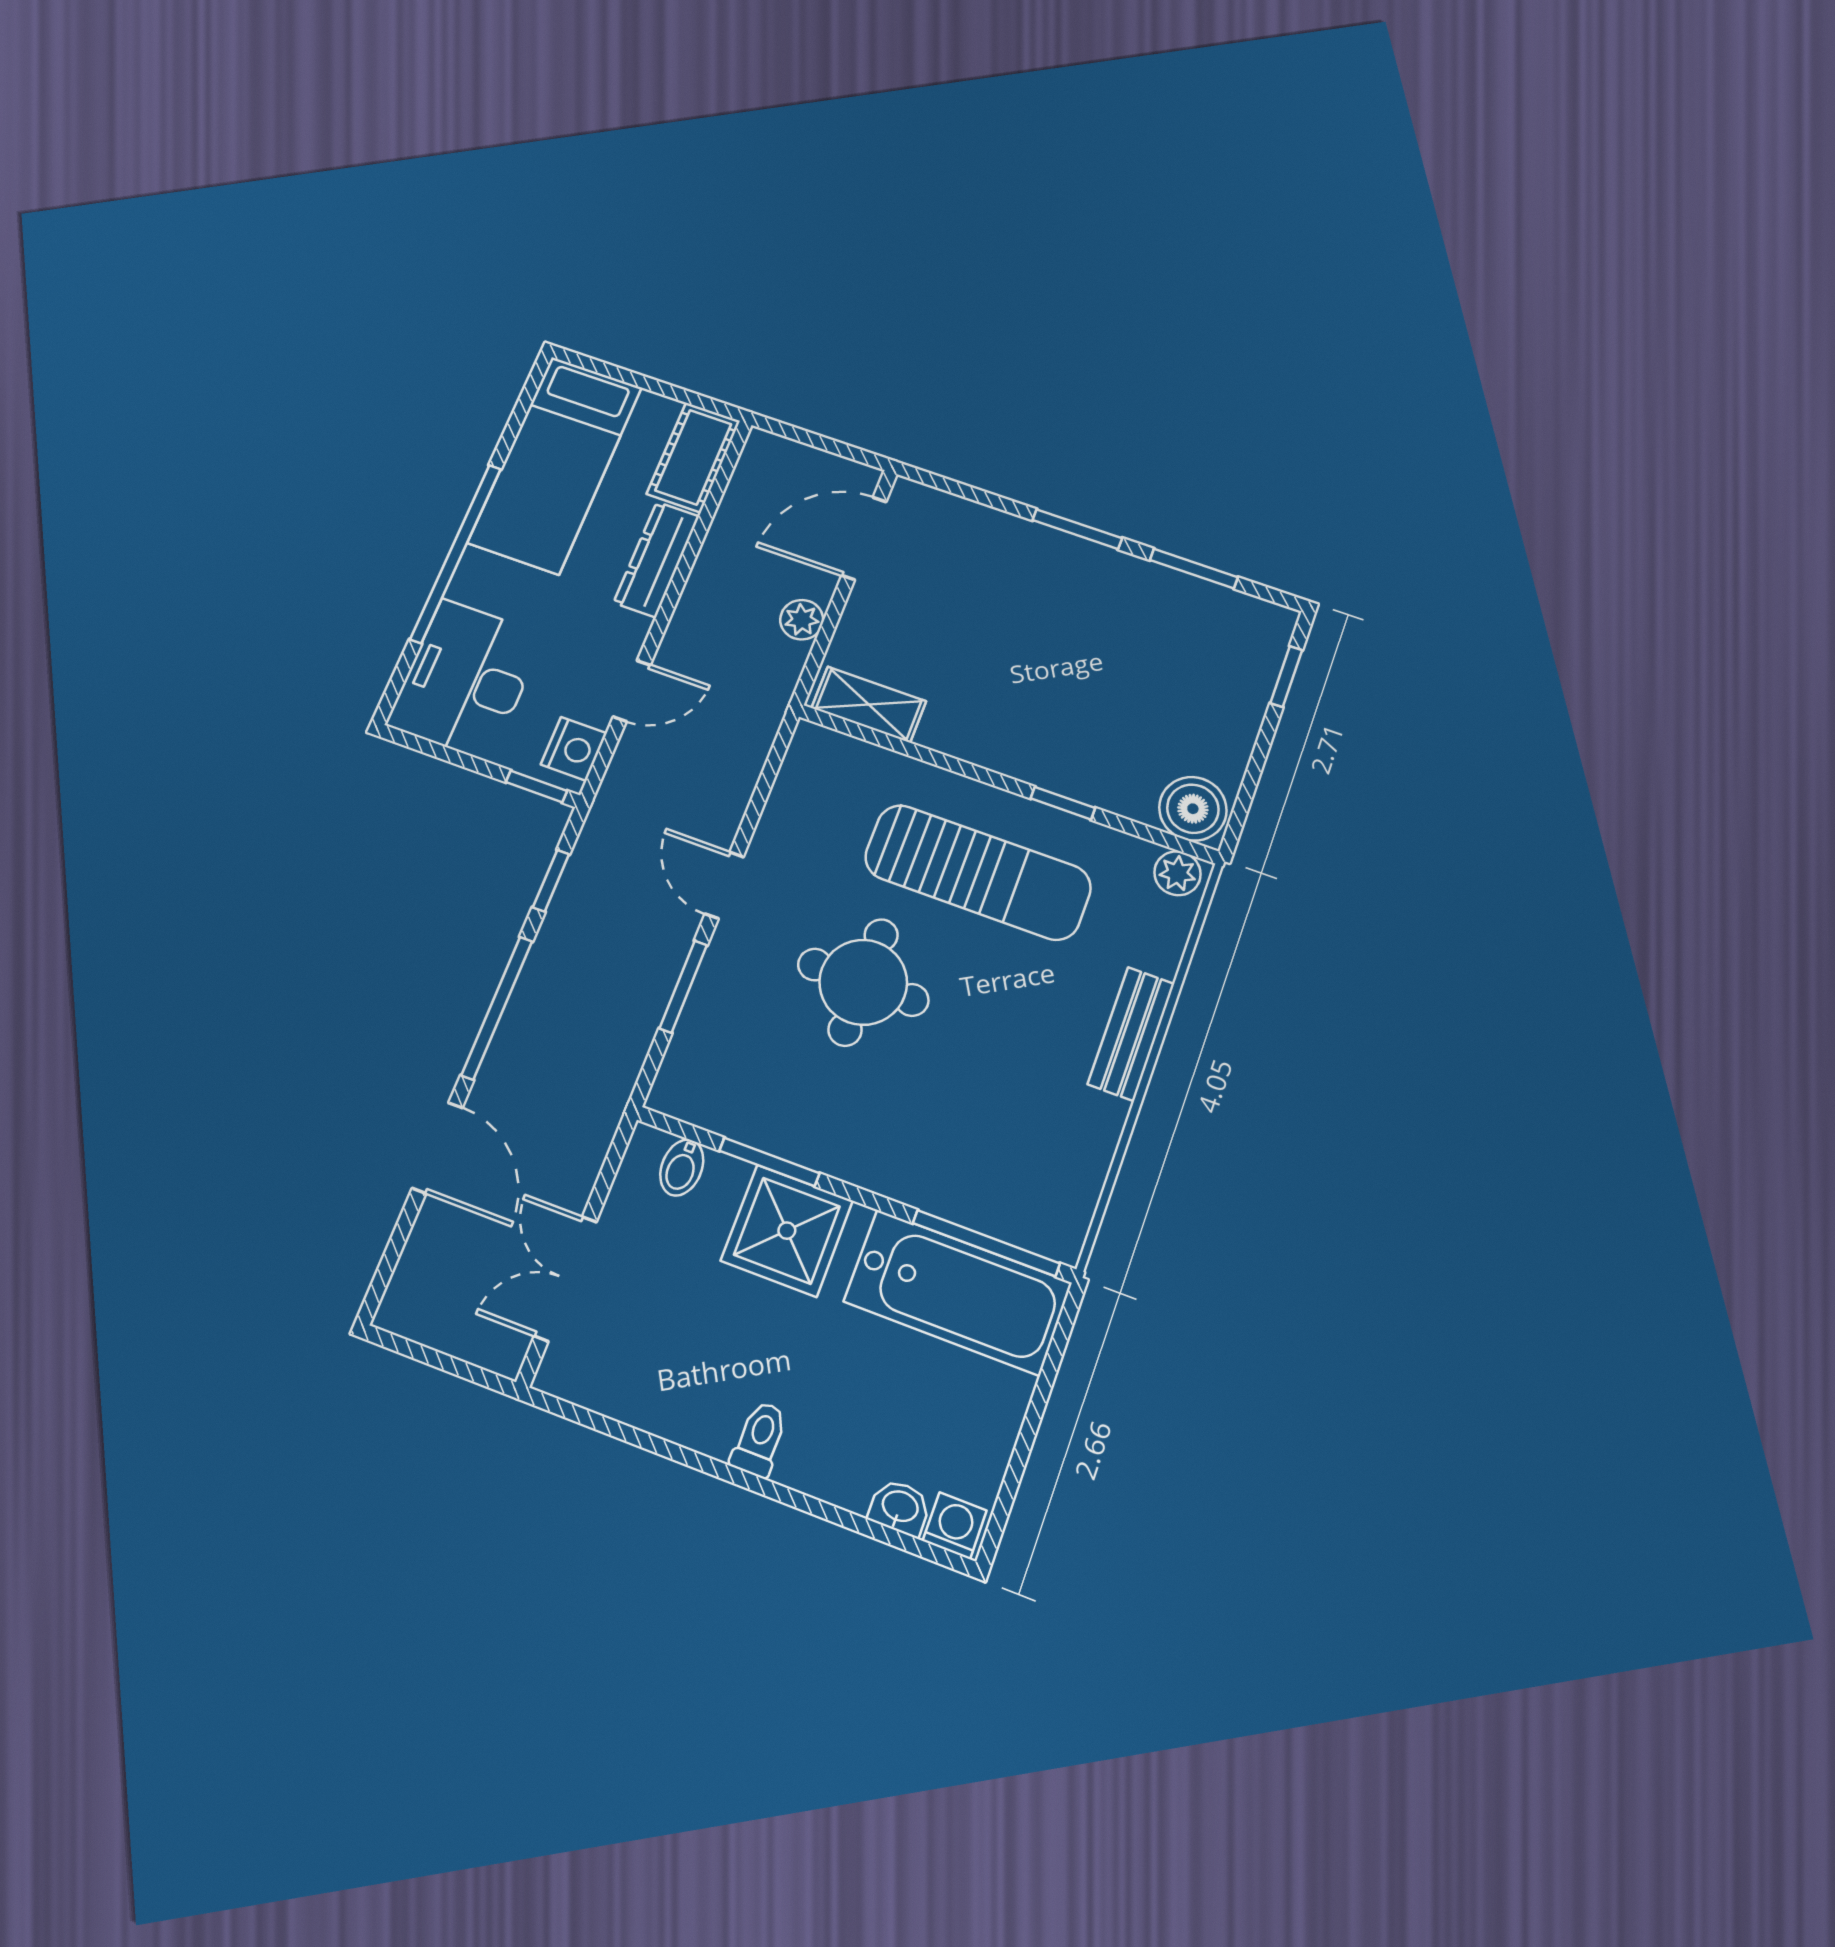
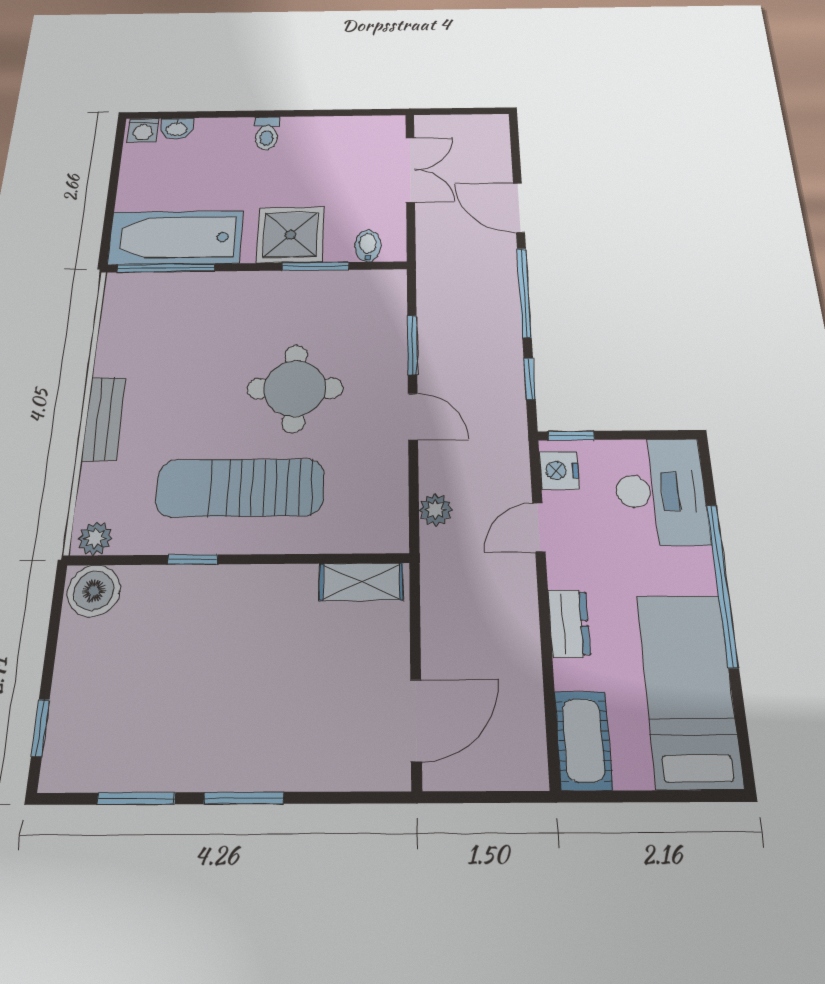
dresser: (657, 559) -> (569, 623), width x0.70
plant: (802, 620) -> (435, 510), moved

